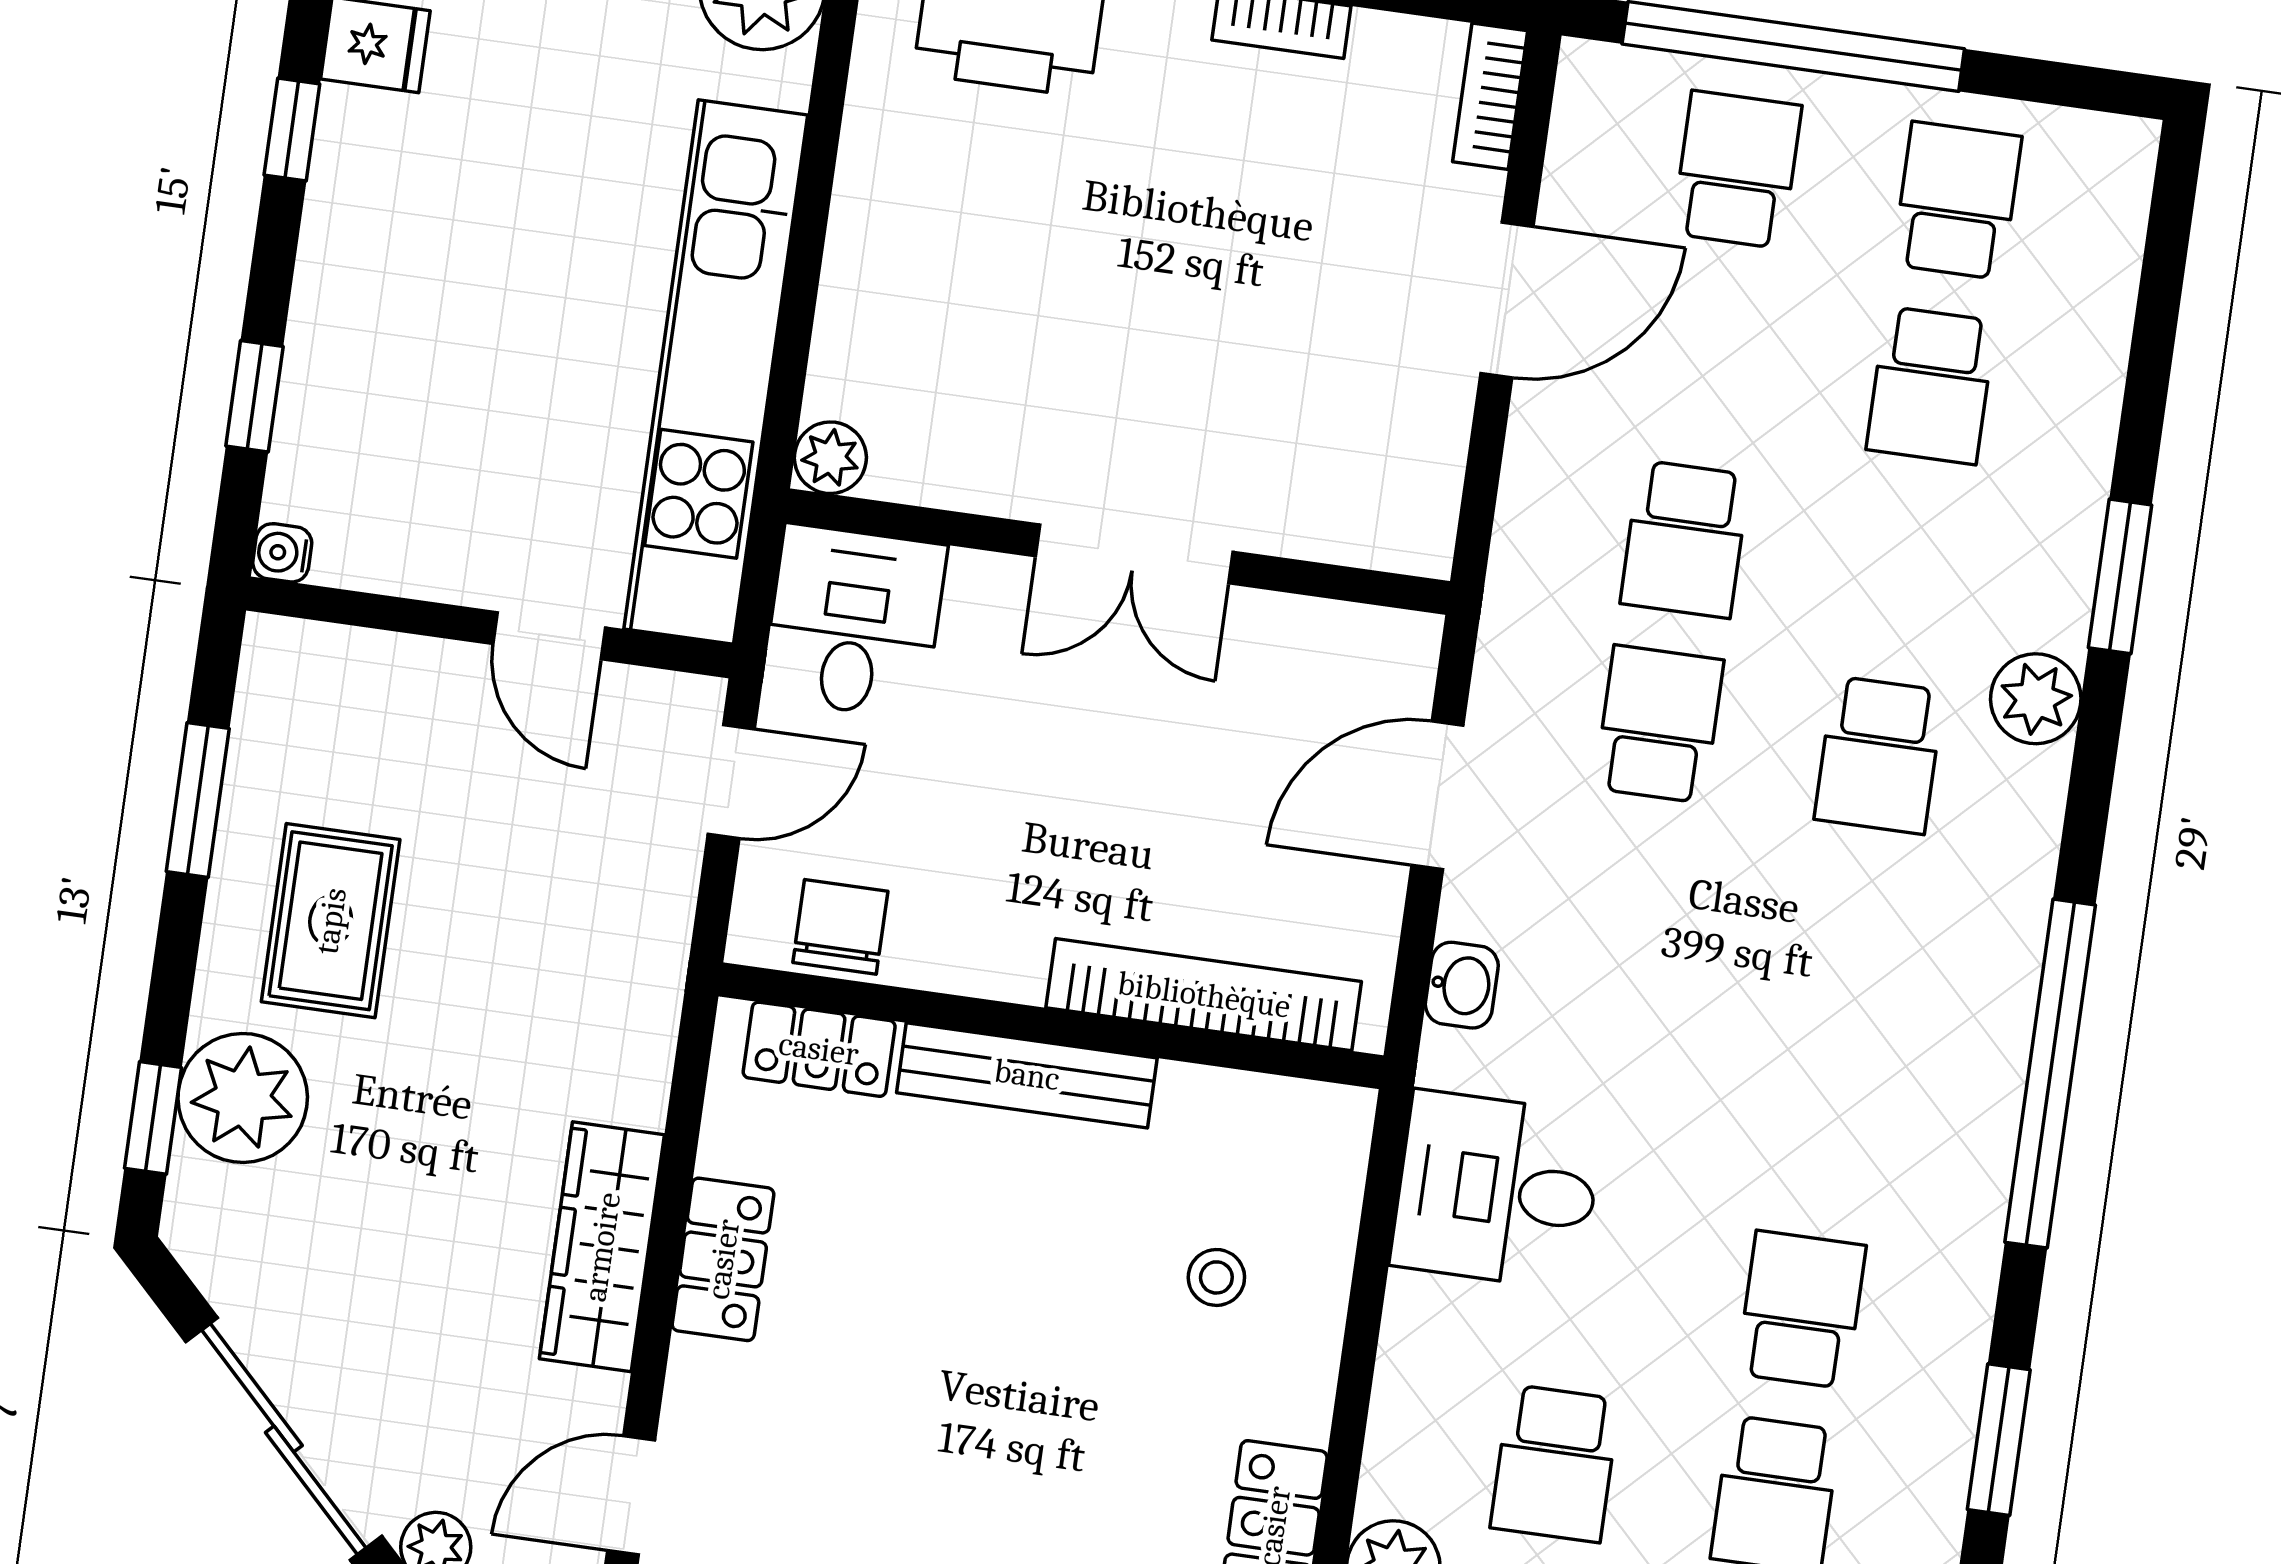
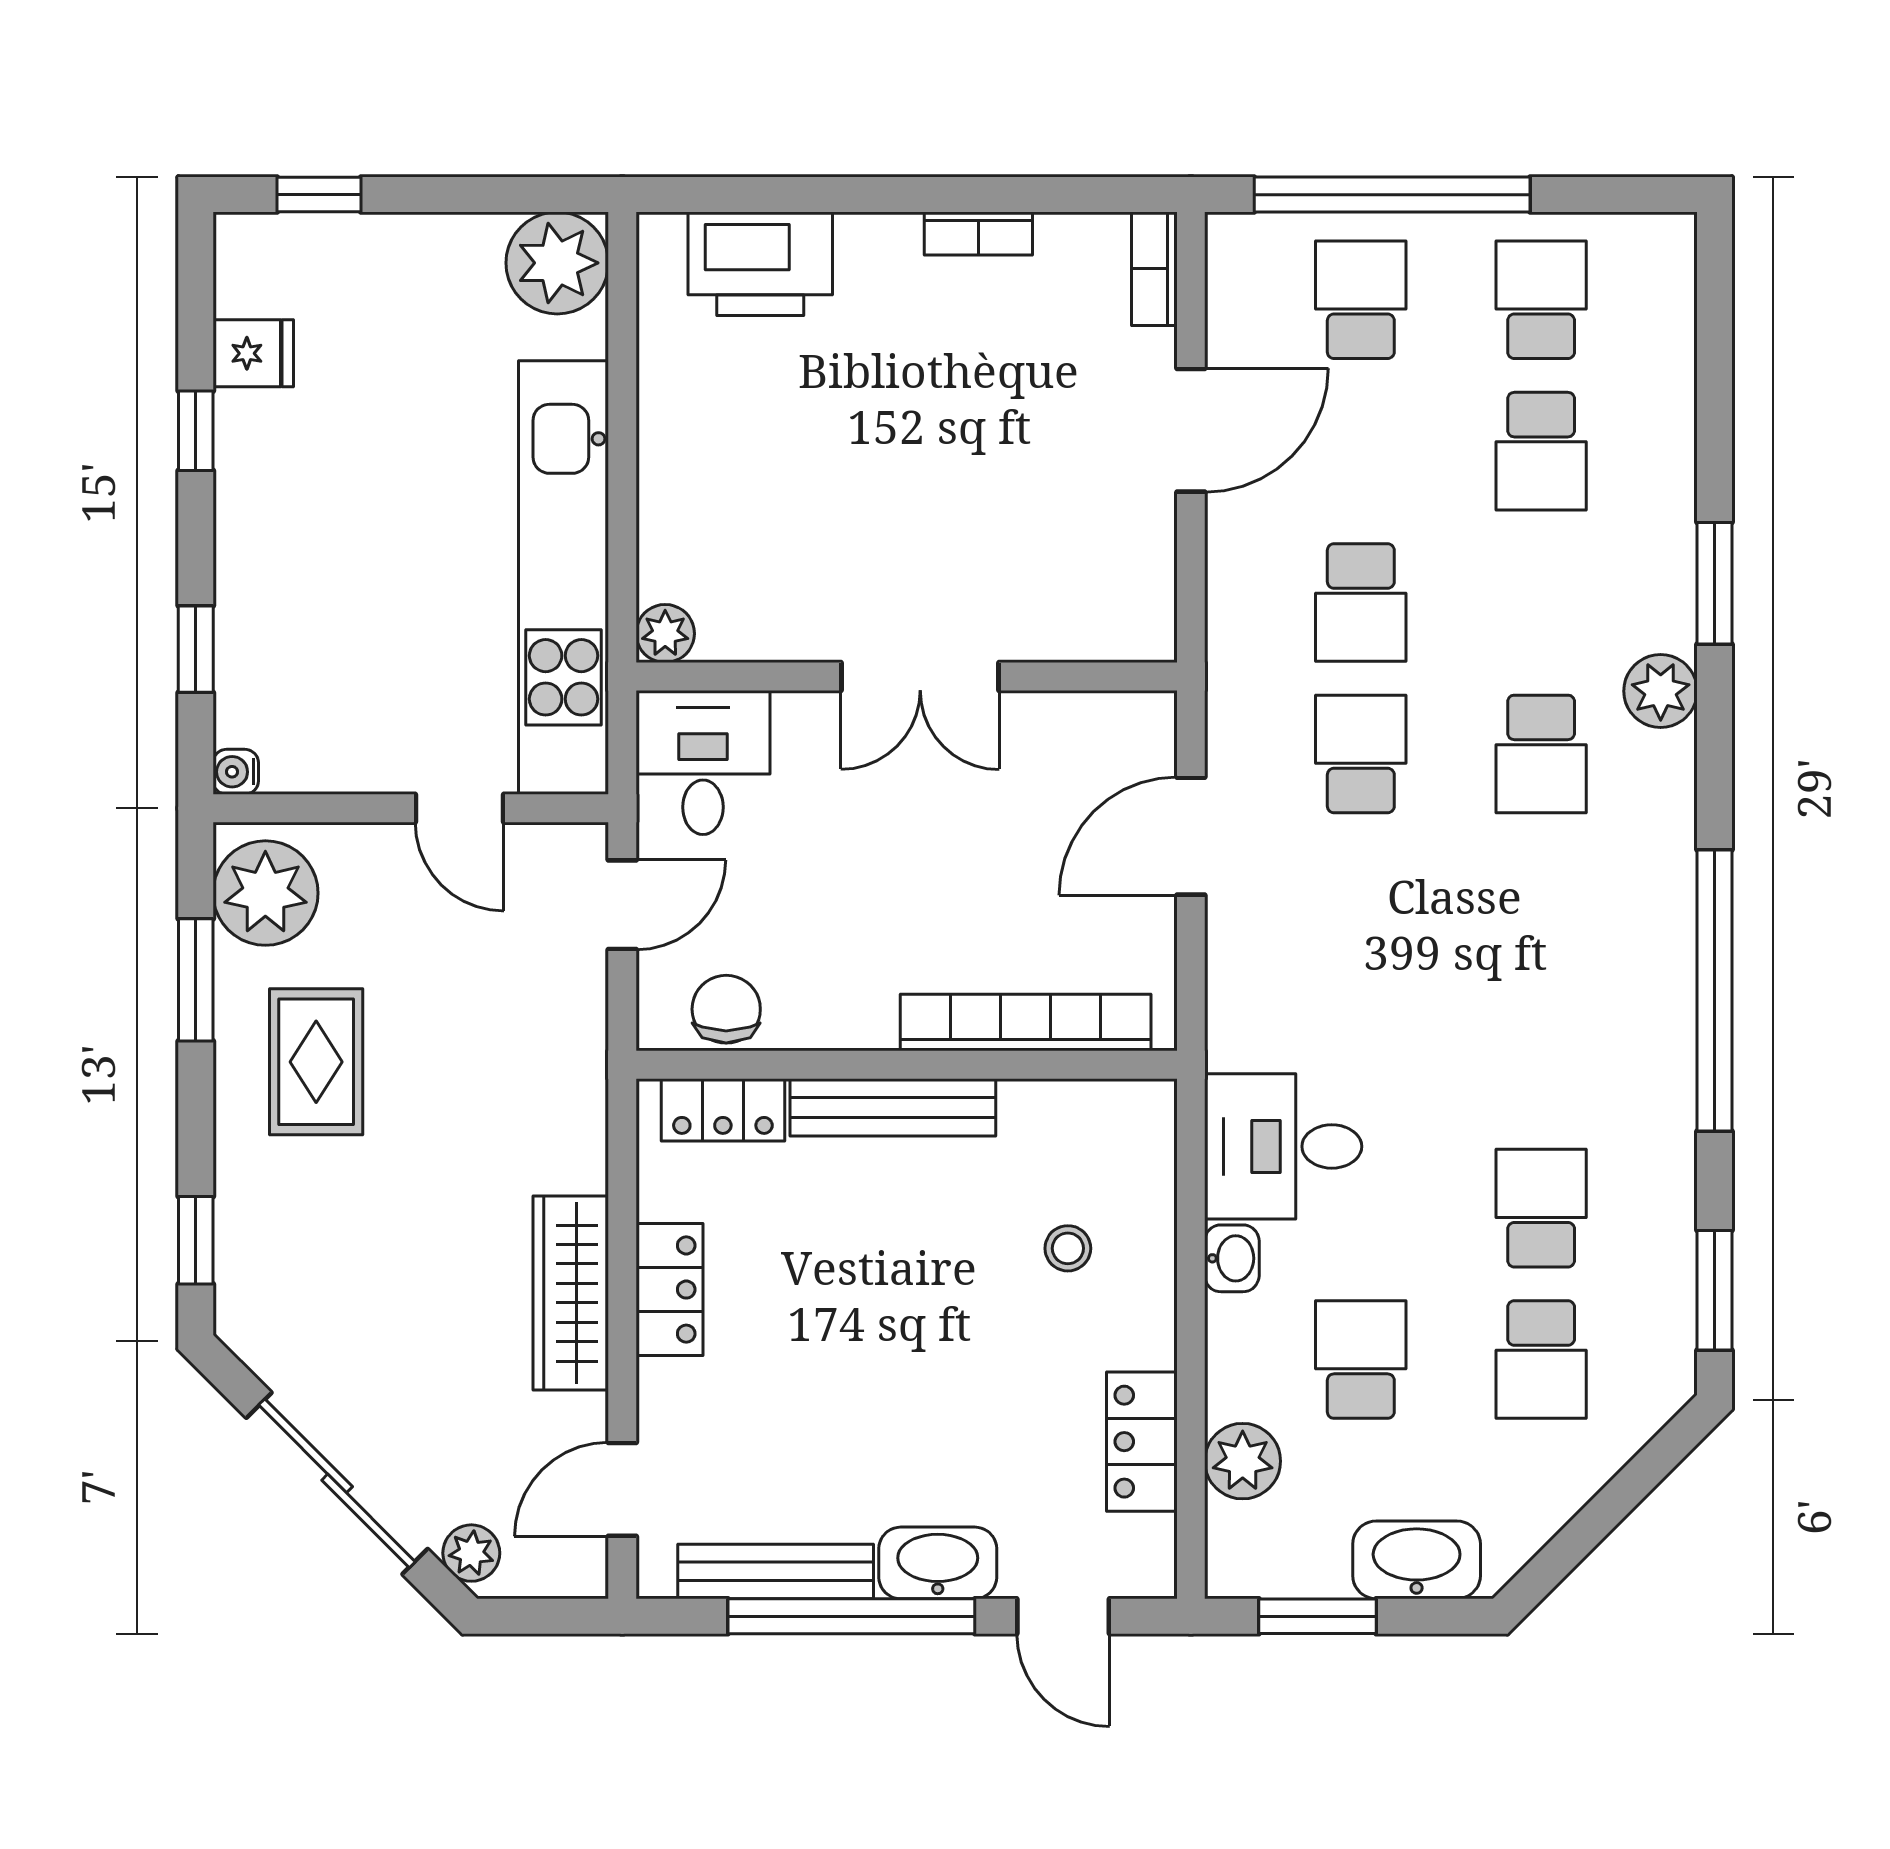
washbasin: (1462, 985) -> (1232, 1258), moved
plant: (243, 1098) -> (265, 893), moved
school desk: (1555, 1464) -> (1361, 1360), turned 180

